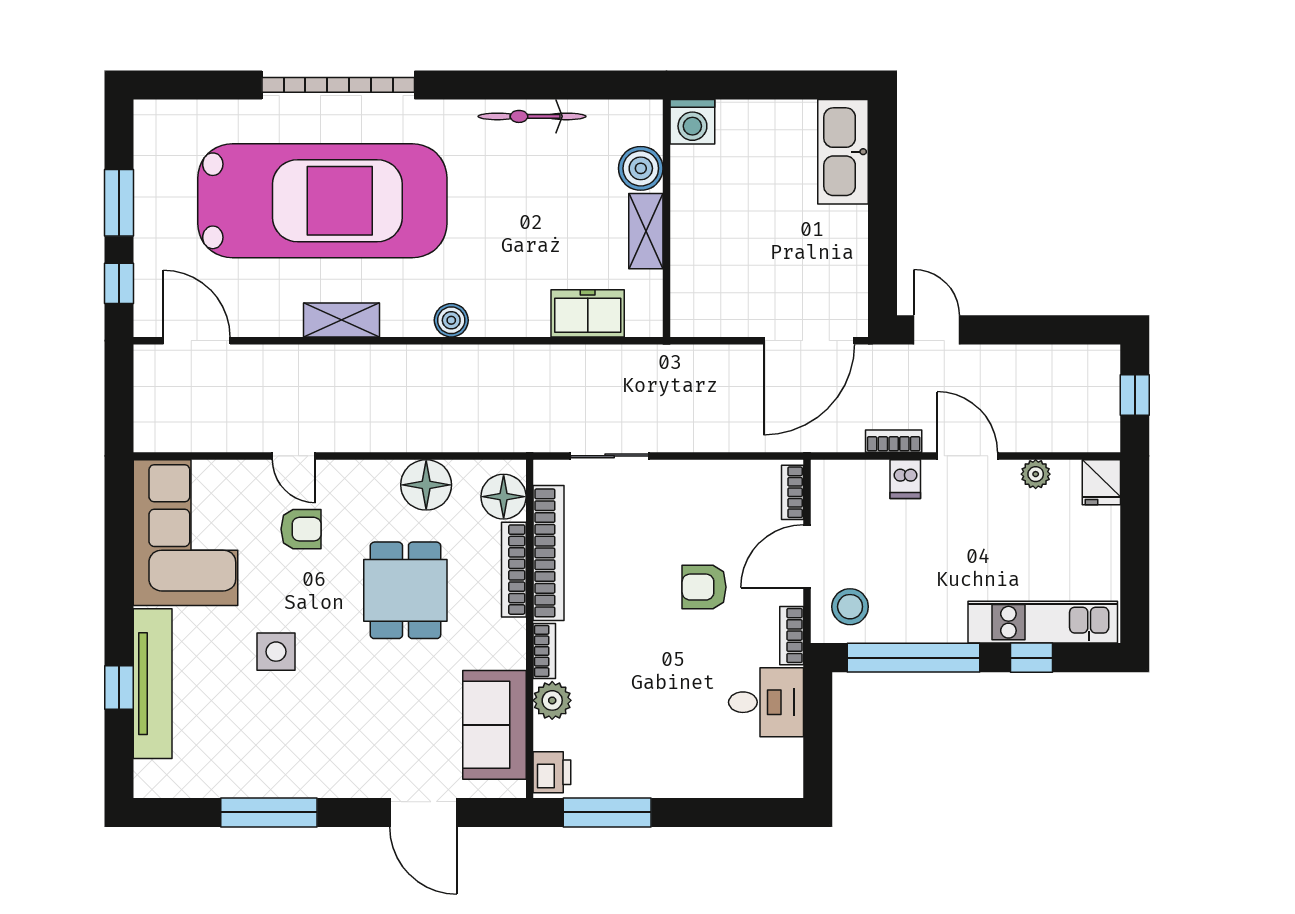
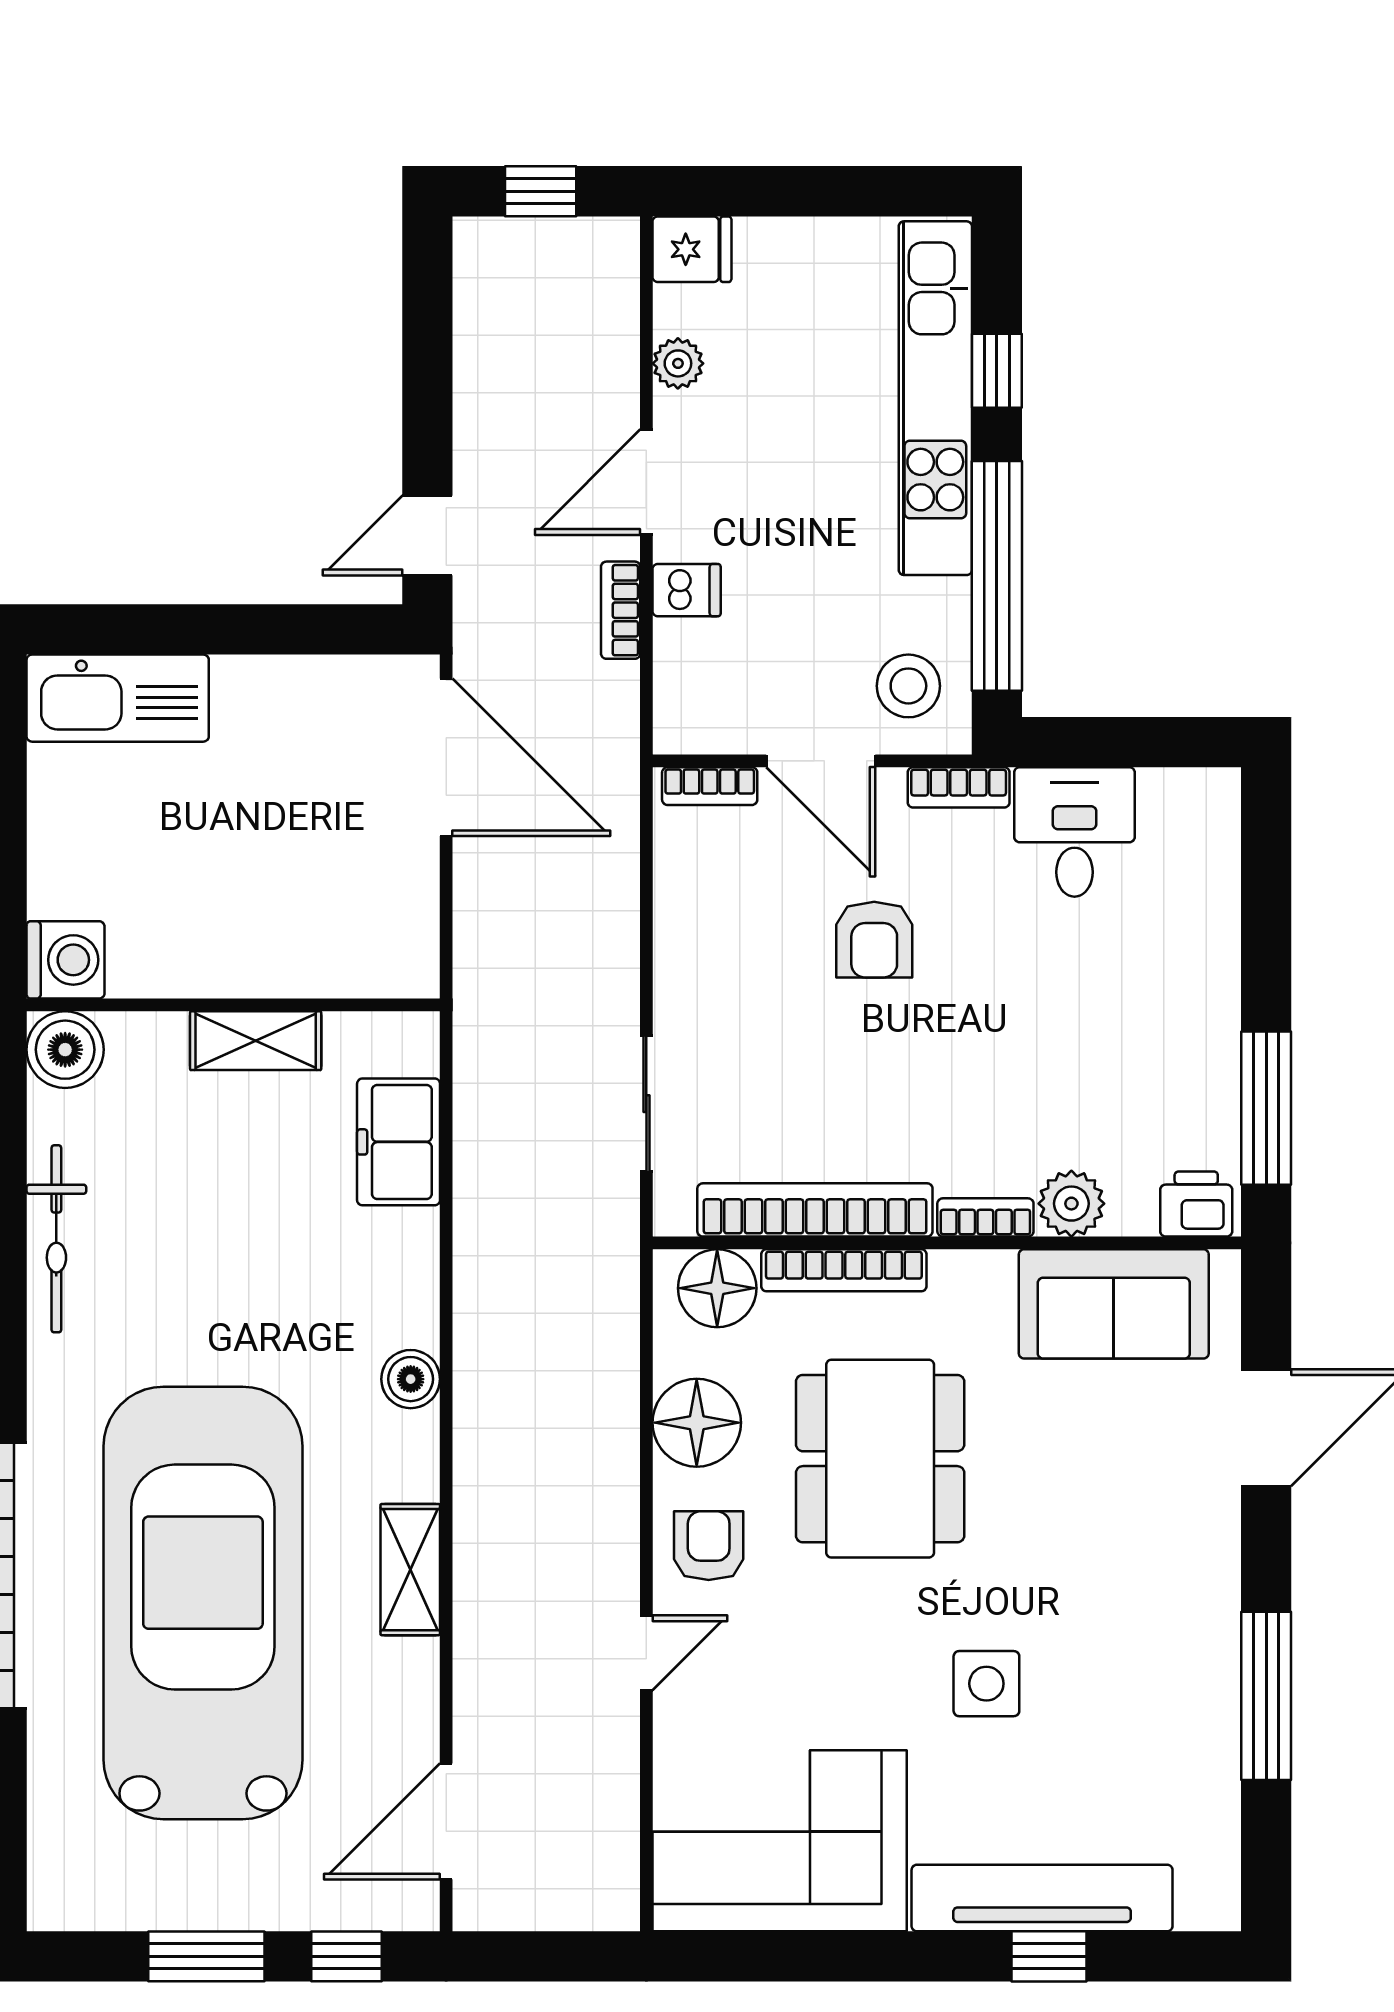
boiler: (641, 168) -> (65, 1050), moved
armchair: (301, 529) -> (709, 1546), moved
dining table: (405, 590) -> (880, 1459), width x1.37
kitchen unit: (1043, 622) -> (935, 398), width x1.36

